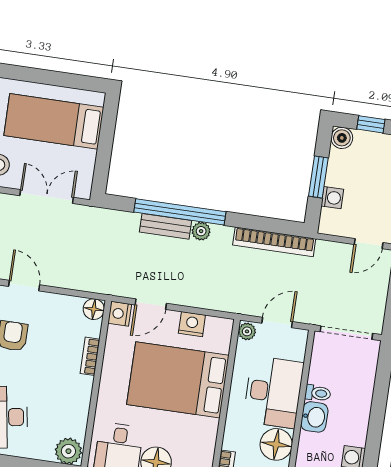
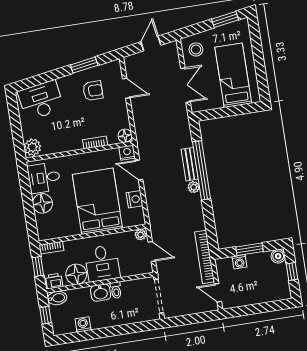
bookcase: (274, 242) -> (205, 257), moved
door: (24, 286) -> (126, 88), hinge flipped
desk: (273, 392) -> (102, 263), width x0.73

